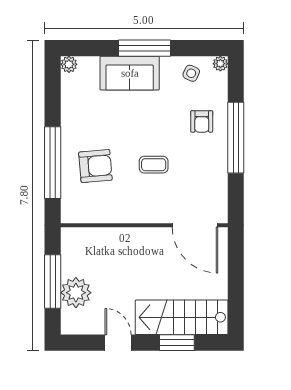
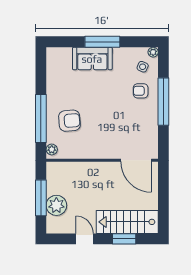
plant: (69, 64) -> (52, 149), moved
side table: (191, 73) -> (143, 67), moved
armchair: (202, 121) -> (141, 91), turned 90
coffee table: (154, 165) -> (108, 120), removed

